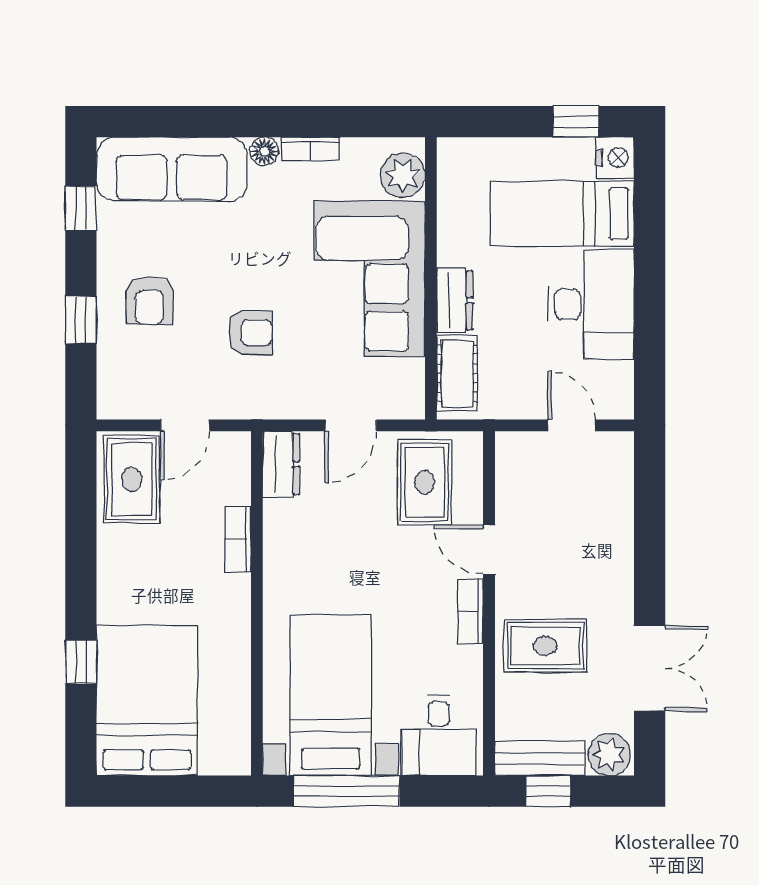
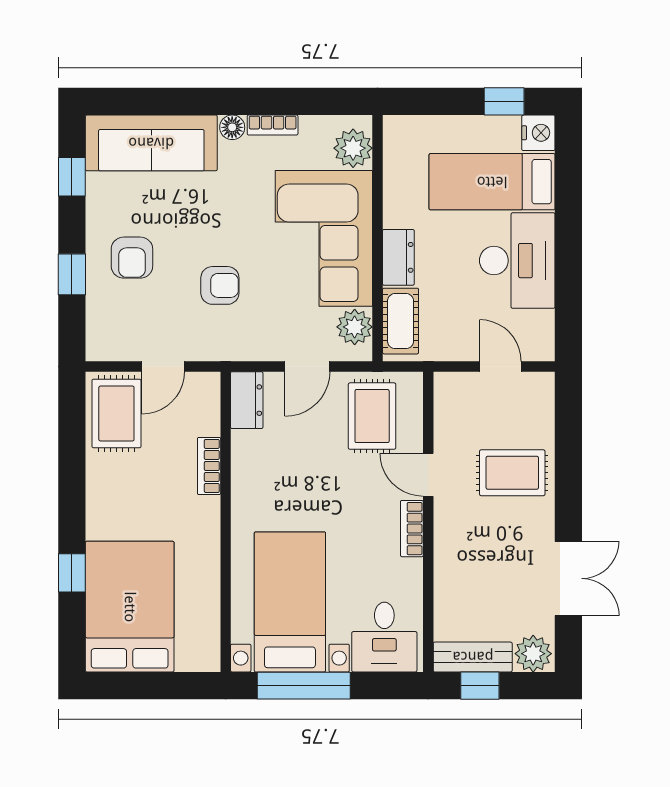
plant: (405, 380) -> (355, 327), added
rug: (545, 646) -> (512, 473), moved

